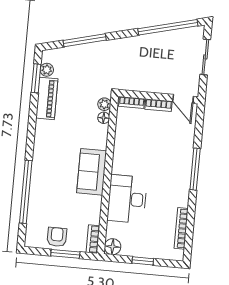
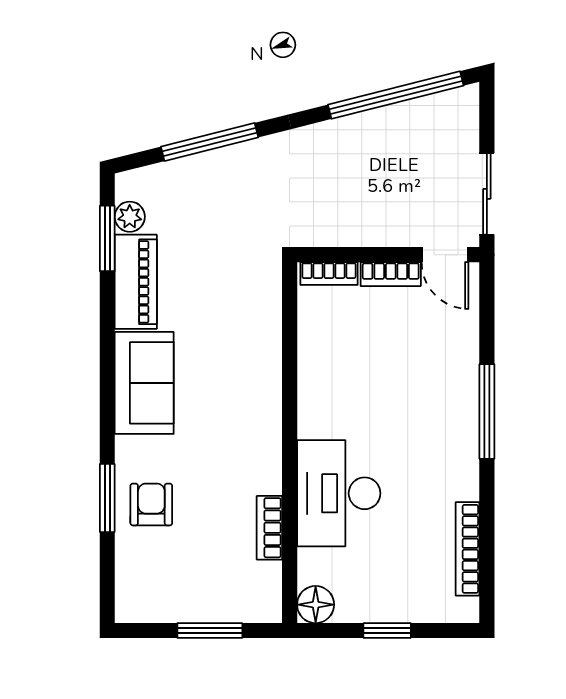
sliding door: (205, 57) -> (487, 194), moved
plant: (104, 104) -> (268, 283), removed
floor lamp: (104, 118) -> (269, 314), removed
sofa: (92, 172) -> (144, 383), moved, turned 180
window: (26, 192) -> (107, 498), width x0.47
armchair: (57, 237) -> (151, 504), moved
bookcase: (93, 239) -> (269, 528), moved

